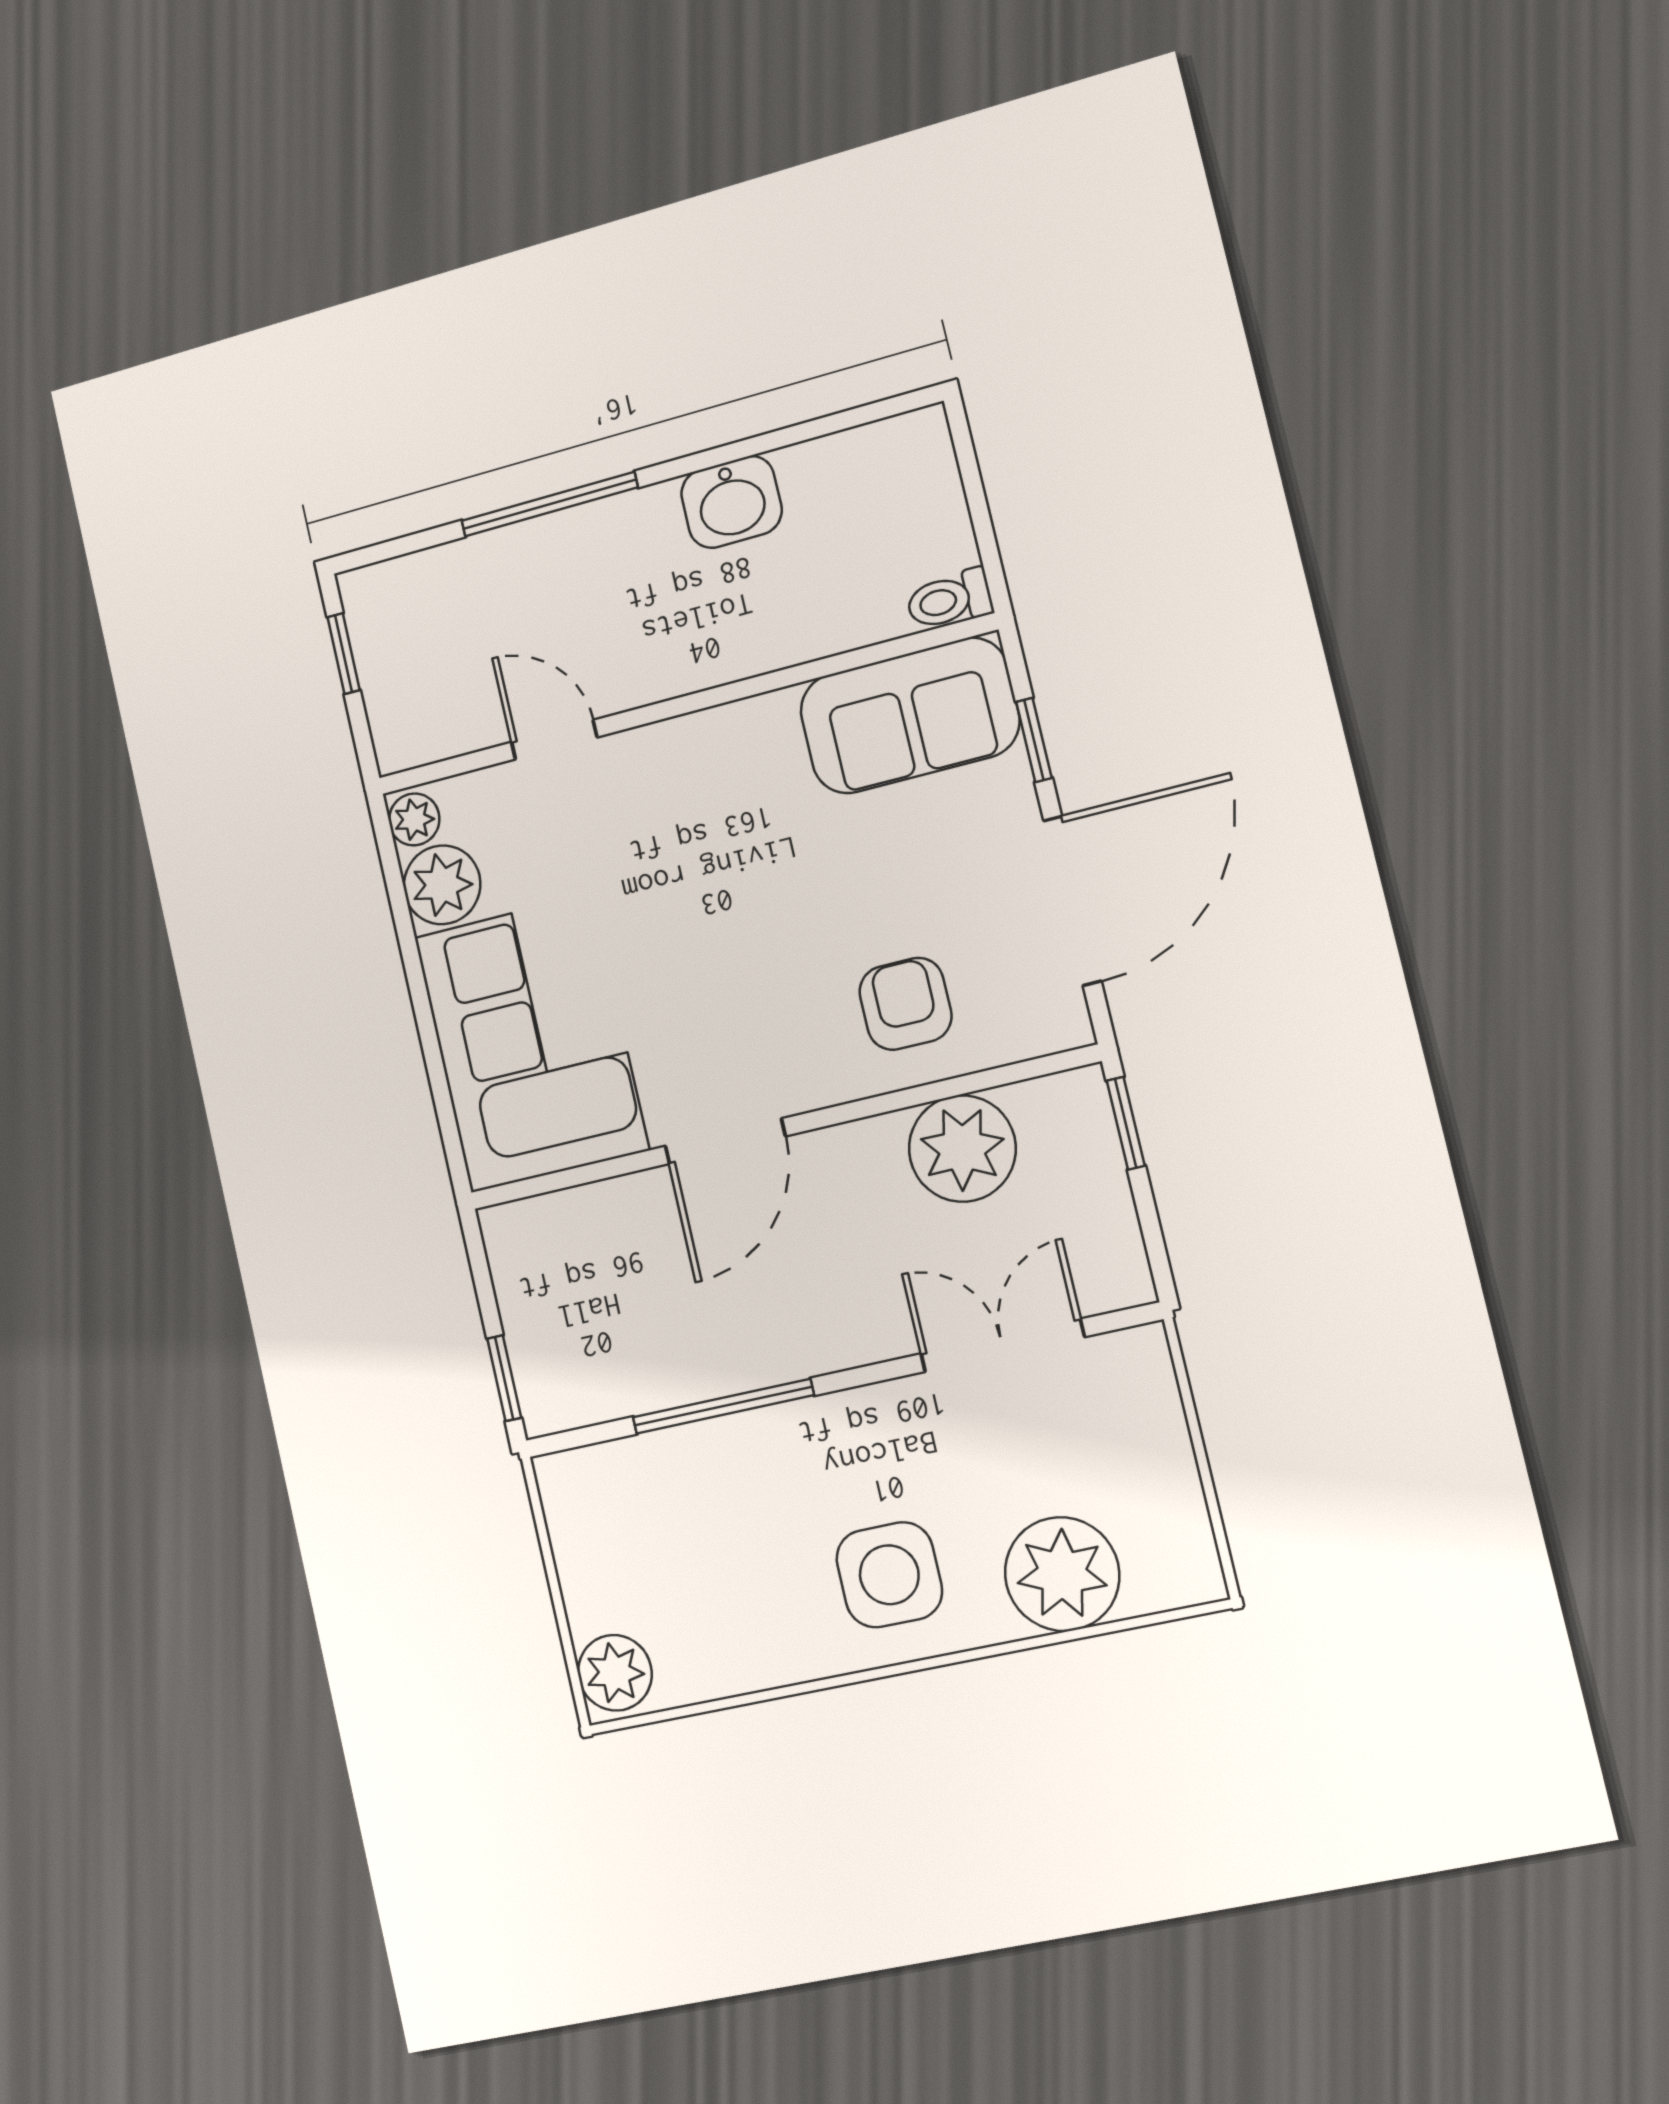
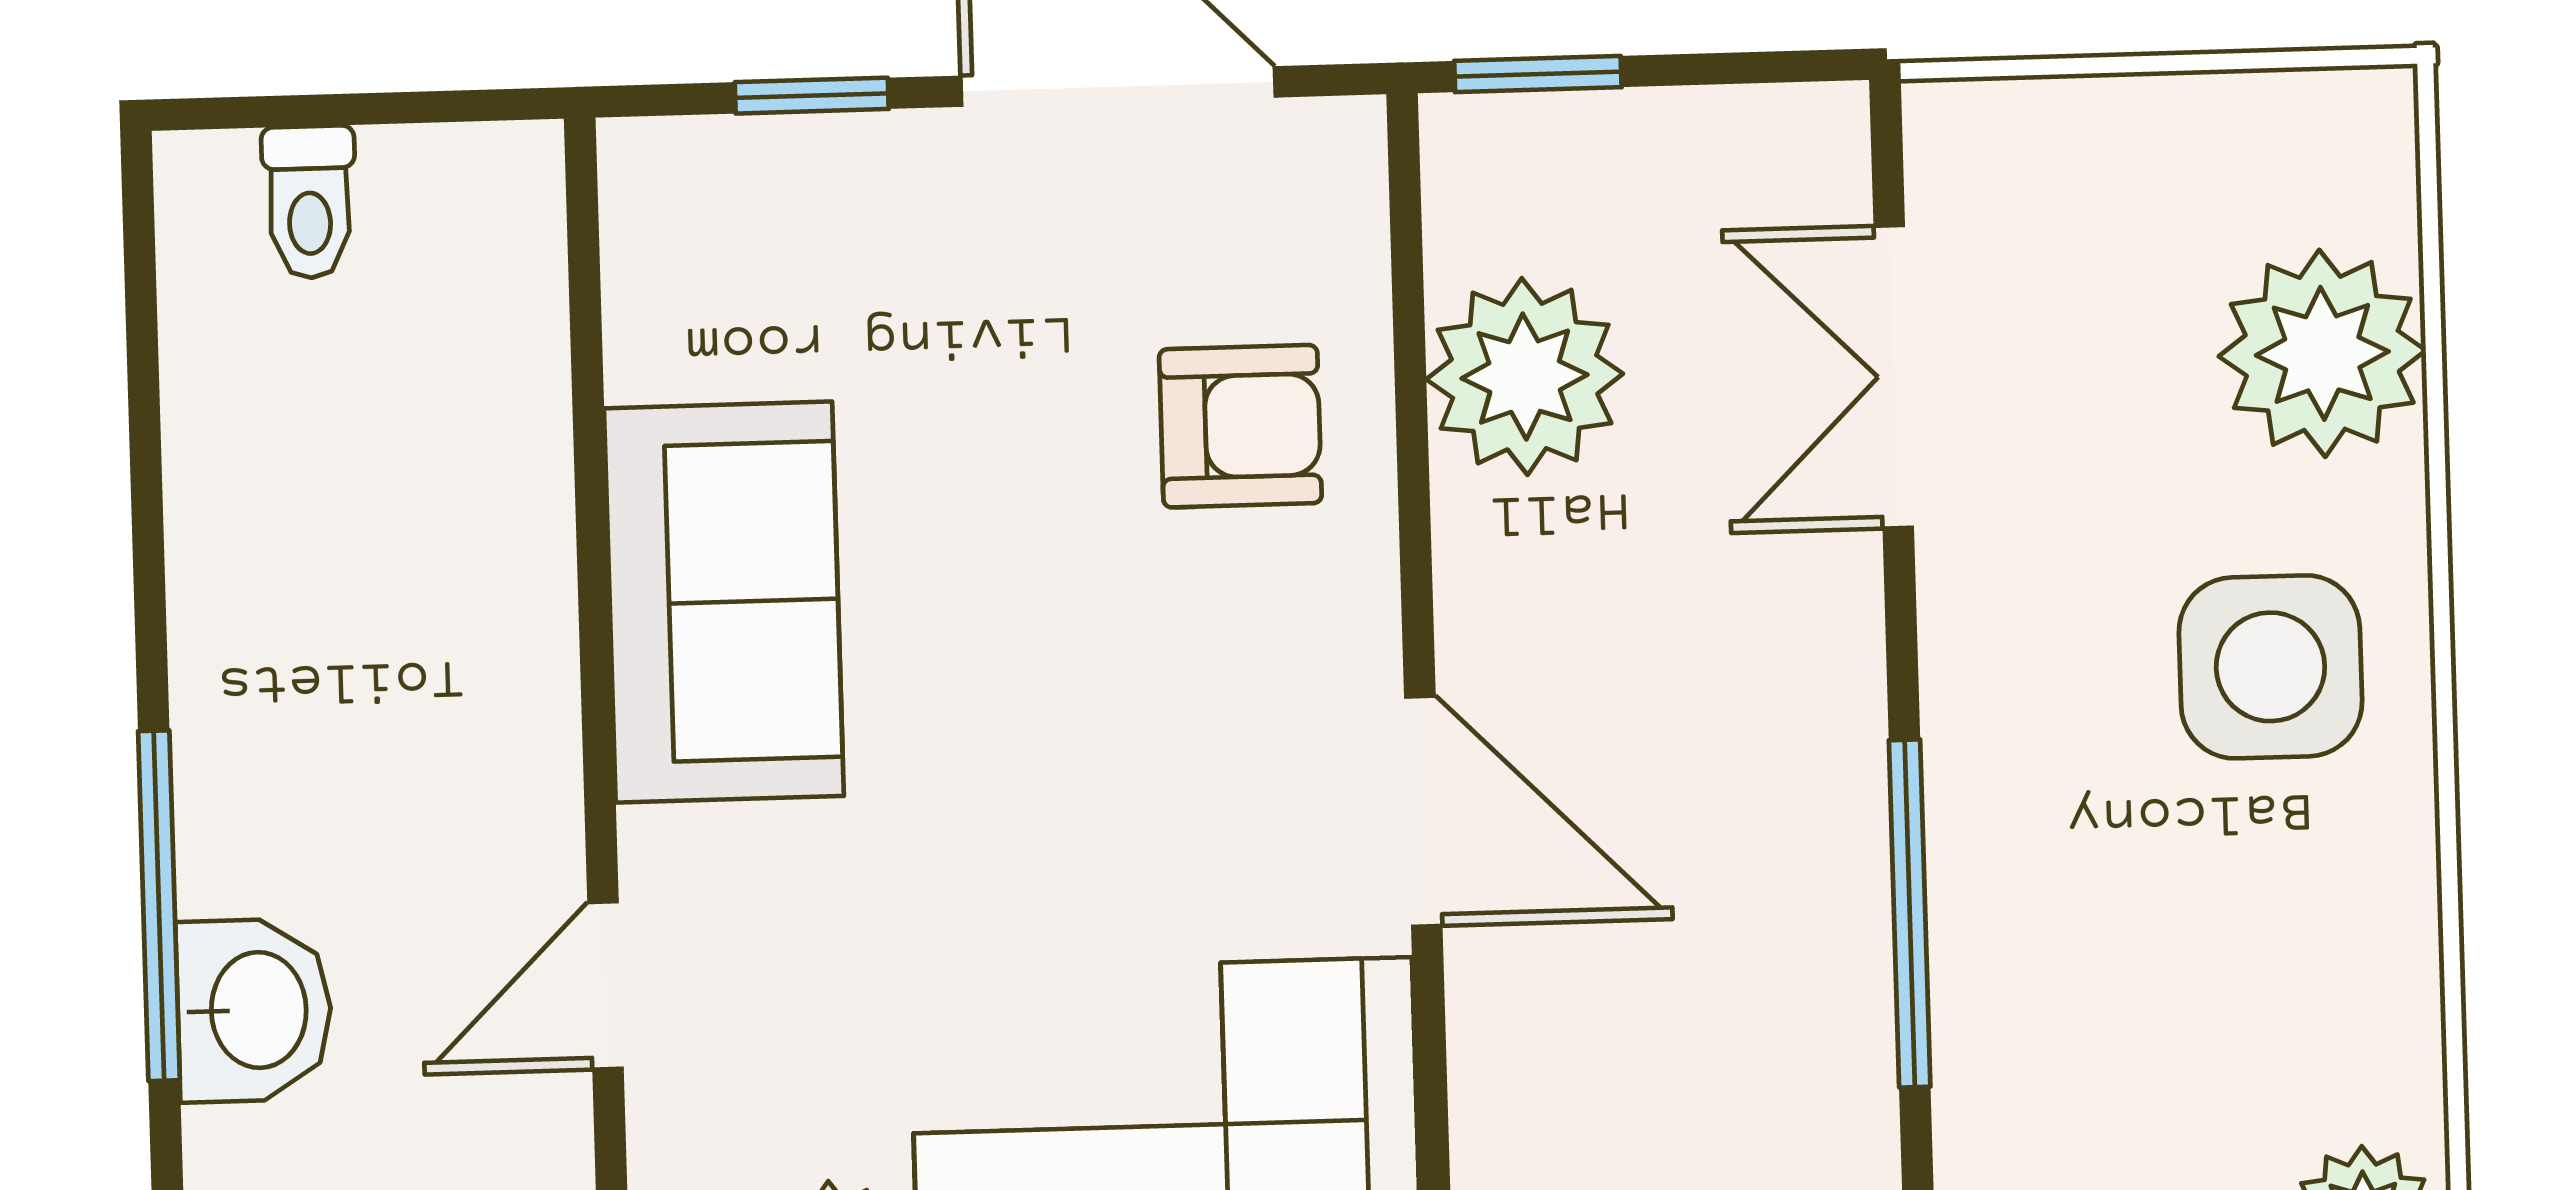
washbasin: (731, 502) -> (254, 1010), moved
toilet: (949, 600) -> (309, 202), moved
sofa: (909, 716) -> (724, 602), moved
armchair: (905, 1004) -> (1240, 426), turned 180

